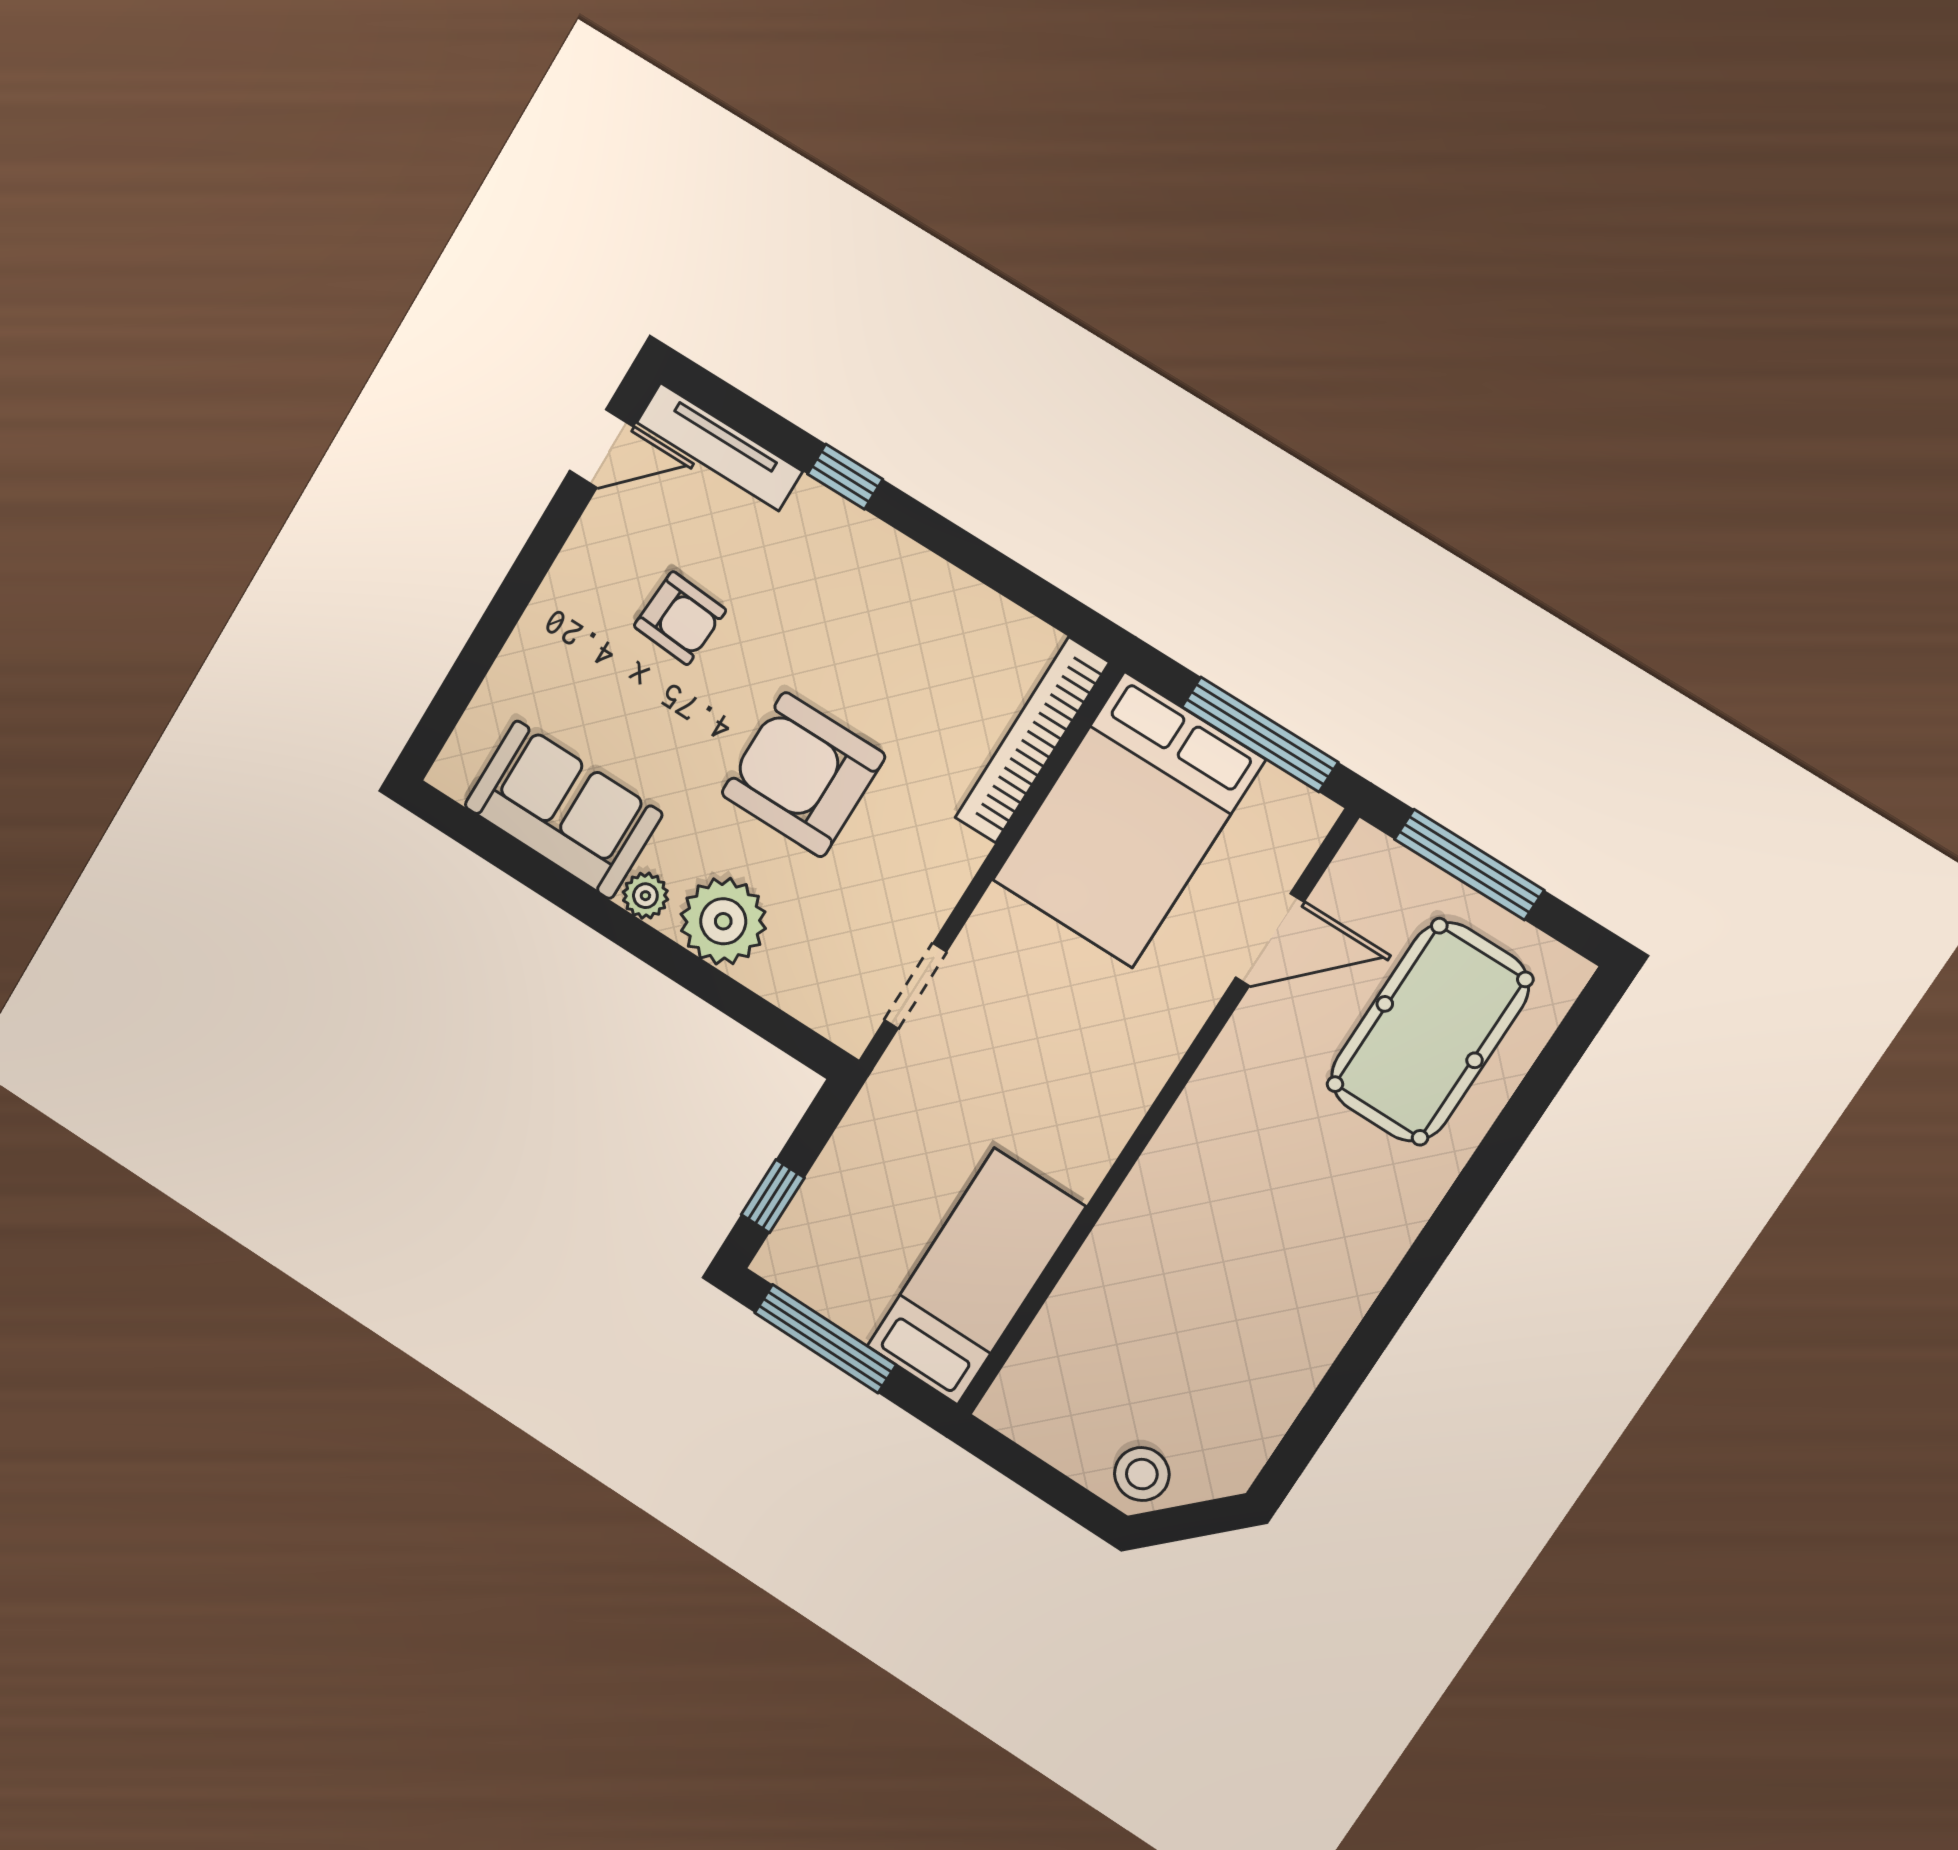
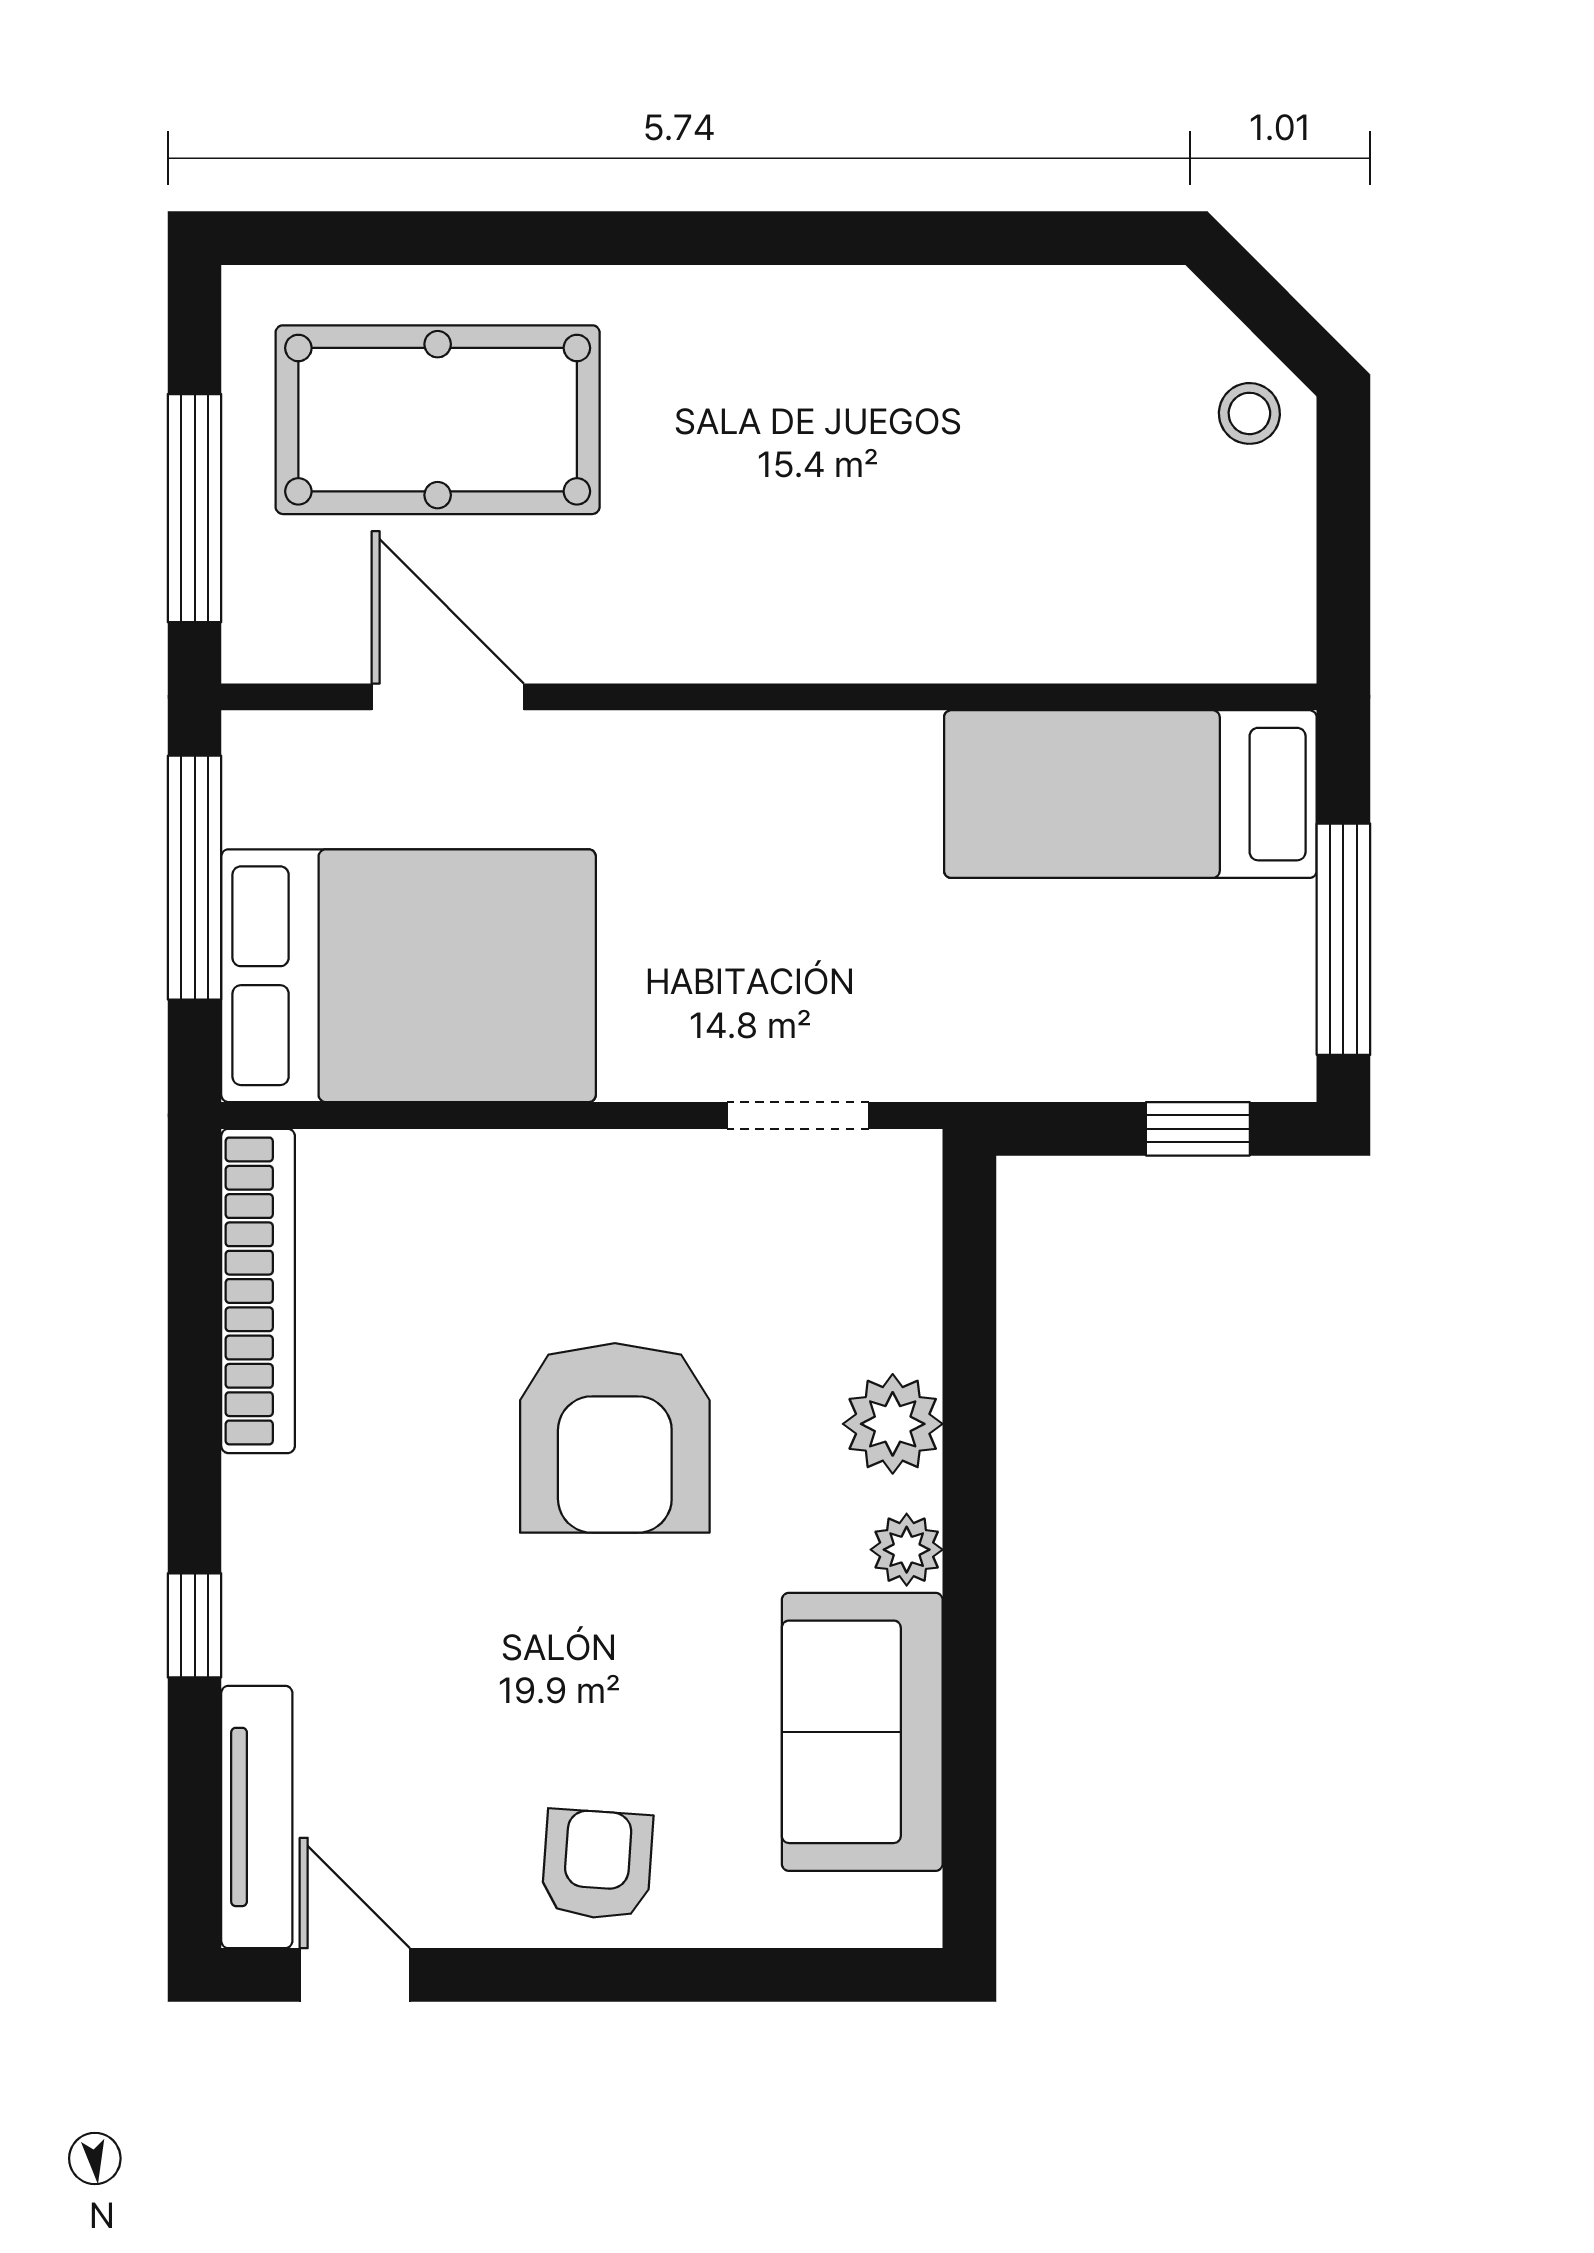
armchair: (680, 618) -> (597, 1865), moved
bookcase: (1032, 740) -> (258, 1291), moved, turned -90
plant: (723, 921) -> (893, 1424), width x0.73, depth x0.73
stool: (1142, 1474) -> (1249, 413), width x0.73, depth x0.73

